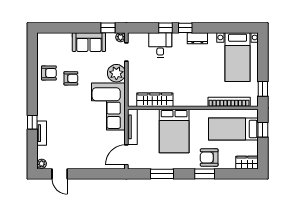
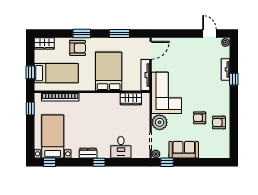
window: (165, 28) -> (50, 162), moved
wardrobe: (155, 100) -> (131, 99), width x0.67

